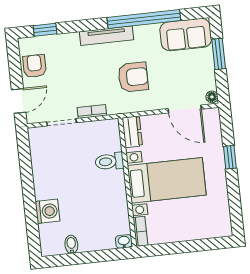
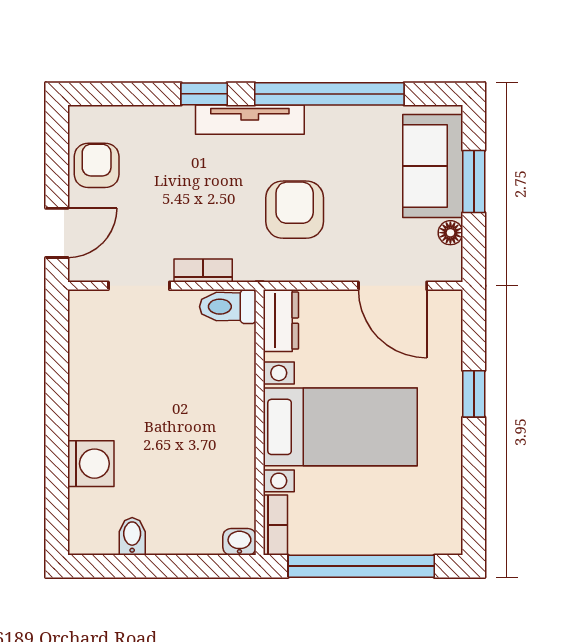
window: (45, 30) -> (204, 94), moved
sofa: (186, 35) -> (433, 166), moved, turned 90
armchair: (133, 77) -> (295, 210), turned -90
floor lamp: (212, 97) -> (450, 233), moved
toilet: (109, 161) -> (228, 307), moved
window: (184, 247) -> (361, 566), added

